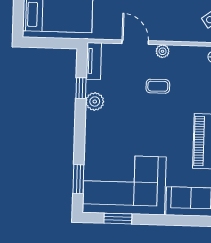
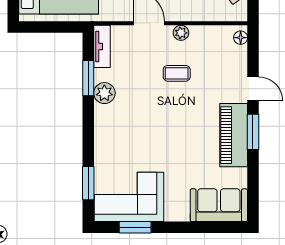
window: (81, 88) -> (88, 78), width x1.50
corner sofa: (124, 185) -> (129, 197), width x0.73, depth x0.74

